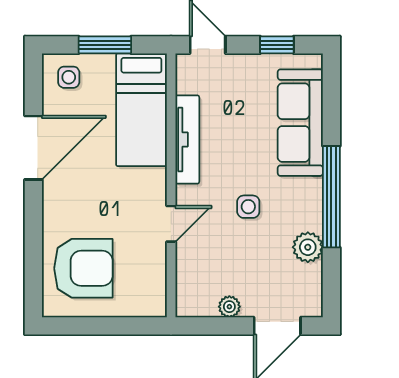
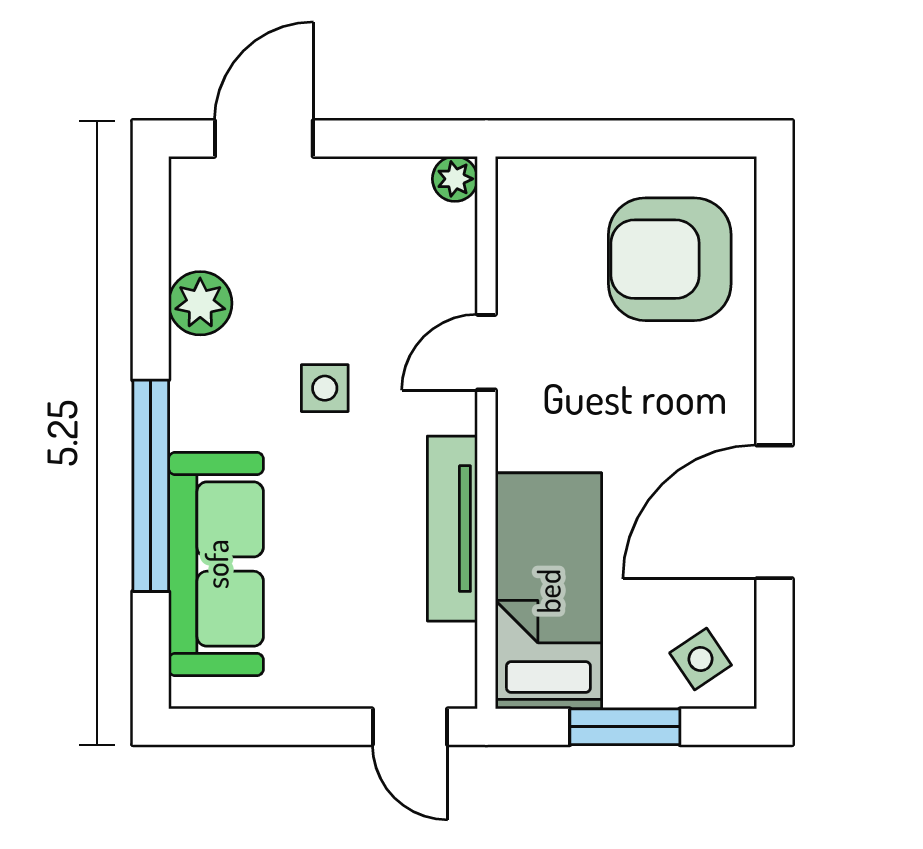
window: (277, 45) -> (265, 727), removed
side table: (69, 77) -> (701, 659), turned -34
window: (331, 197) -> (151, 486), moved
plant: (229, 307) -> (455, 179), moved

